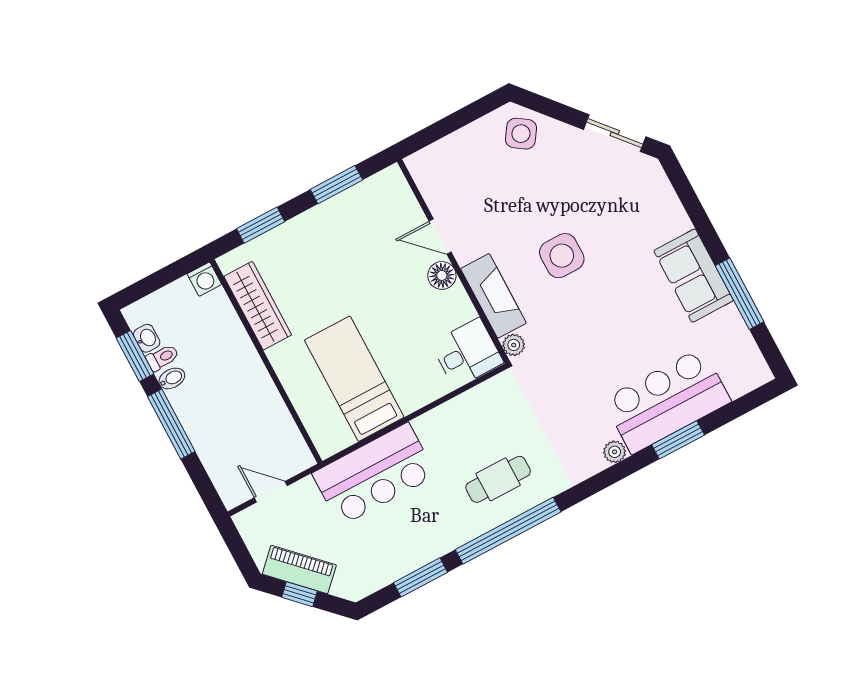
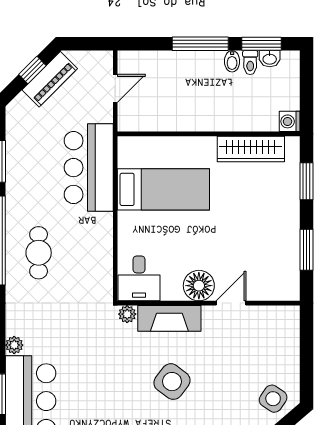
side table: (562, 256) -> (172, 382), turned 37
floor lamp: (442, 275) -> (199, 286), width x1.38, depth x1.38

